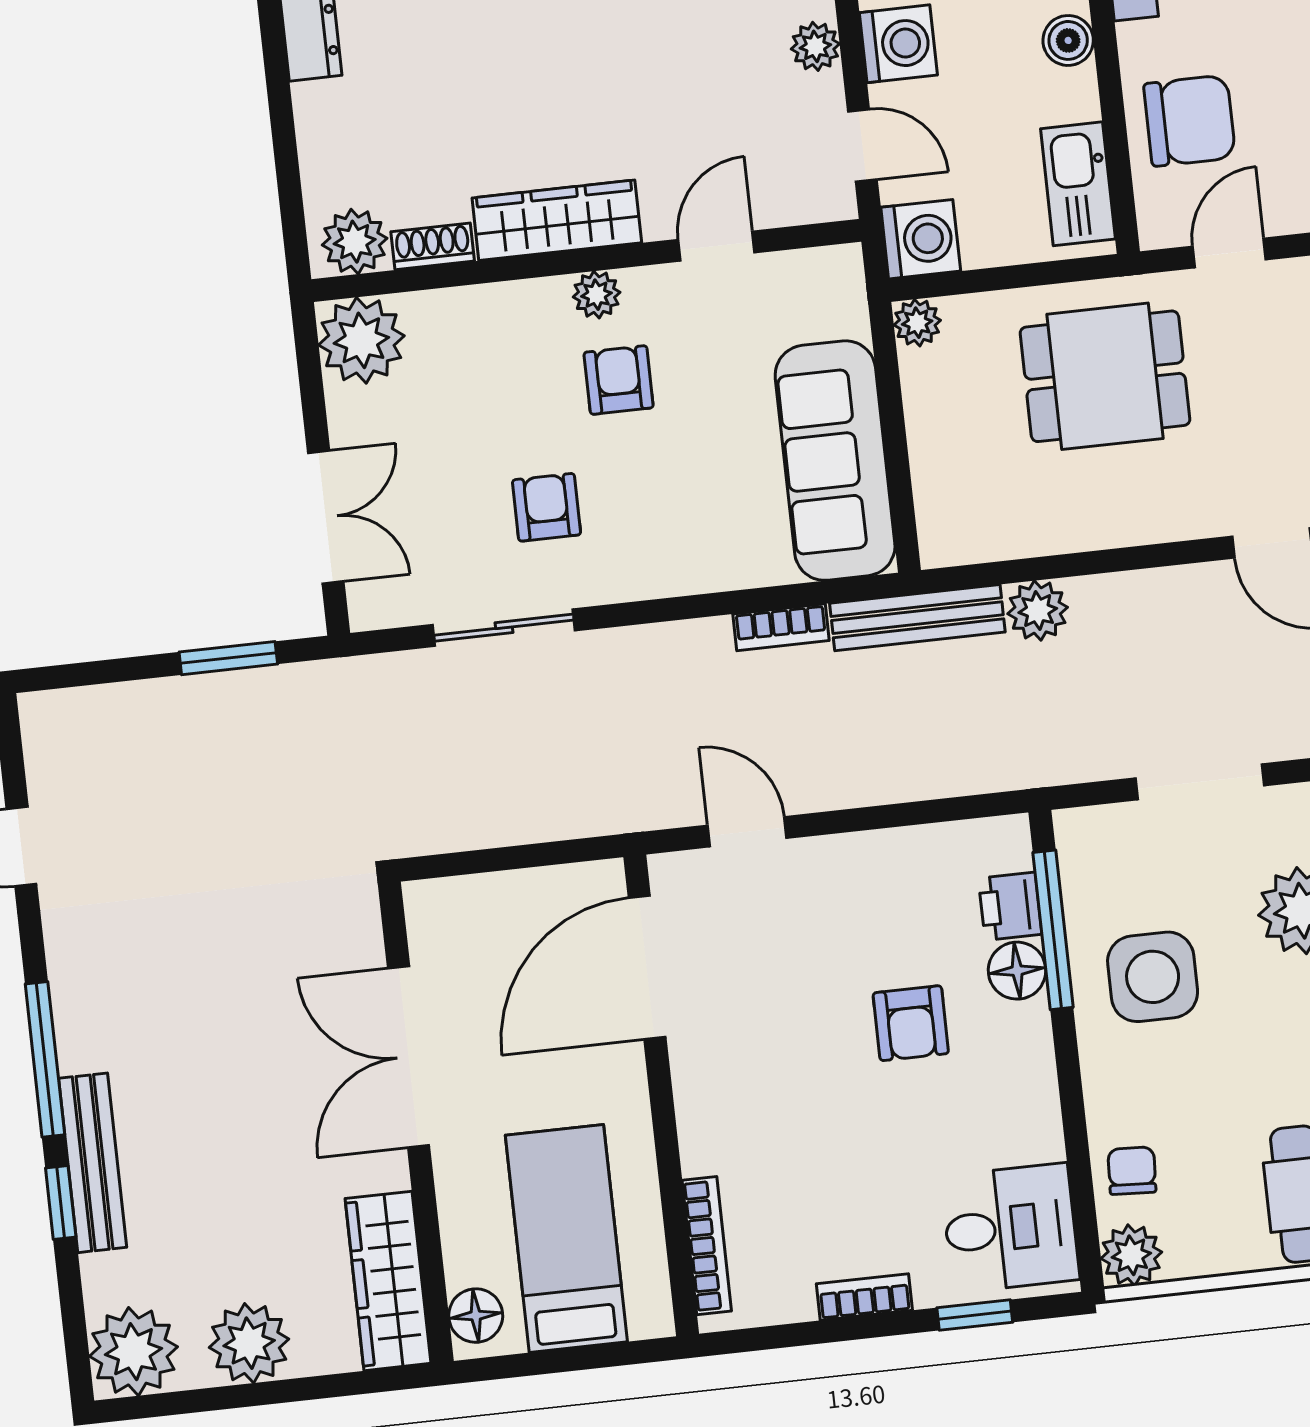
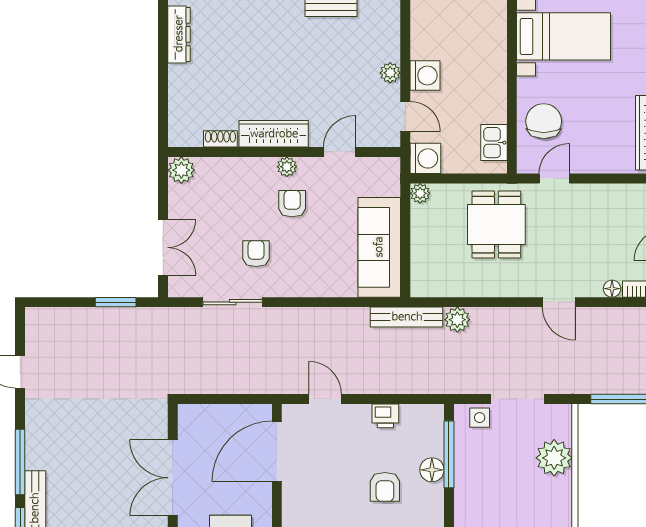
boiler: (1068, 40) -> (496, 82), removed
chair: (1190, 121) -> (544, 121), turned -90
kitchen sink: (1078, 184) -> (494, 143), width x0.73
plant: (355, 242) -> (188, 133), removed
plant: (361, 340) -> (181, 170), width x0.73, depth x0.73
dining table: (1105, 376) -> (496, 225), turned 90
bookcase: (781, 627) -> (349, 315), removed
printer: (1010, 906) -> (385, 416), moved, turned -90
side table: (1153, 977) -> (480, 418), moved, width x0.54, depth x0.54

